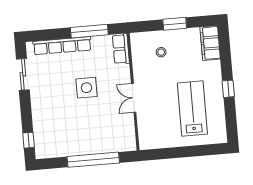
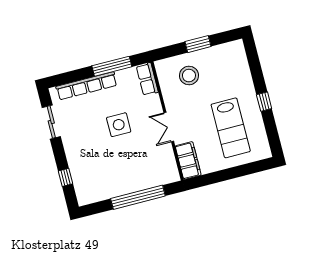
filing cabinet: (210, 43) -> (188, 161), moved, turned 180
stool: (161, 52) -> (189, 76), width x1.89, depth x1.89
lab bench: (192, 109) -> (231, 128), turned 180
window: (29, 140) -> (65, 177), moved

